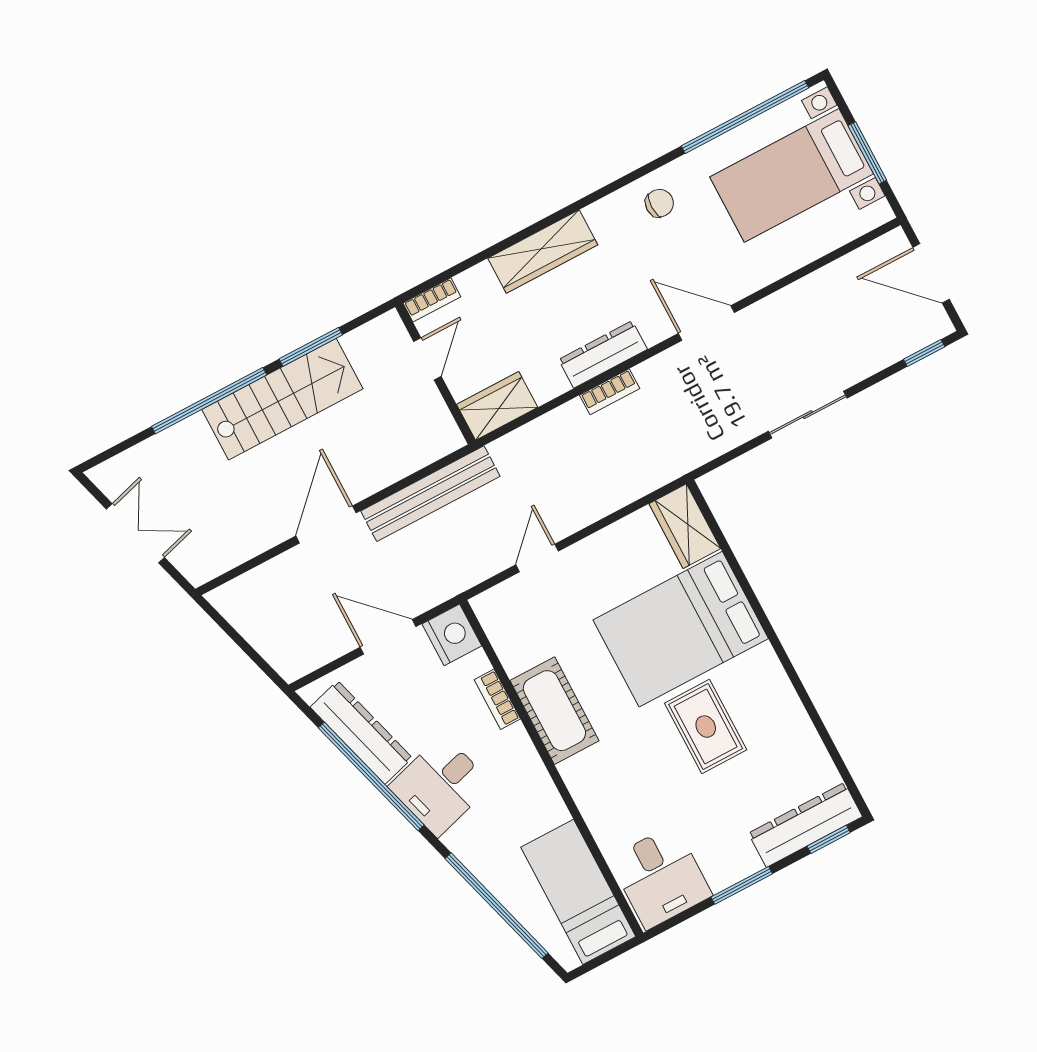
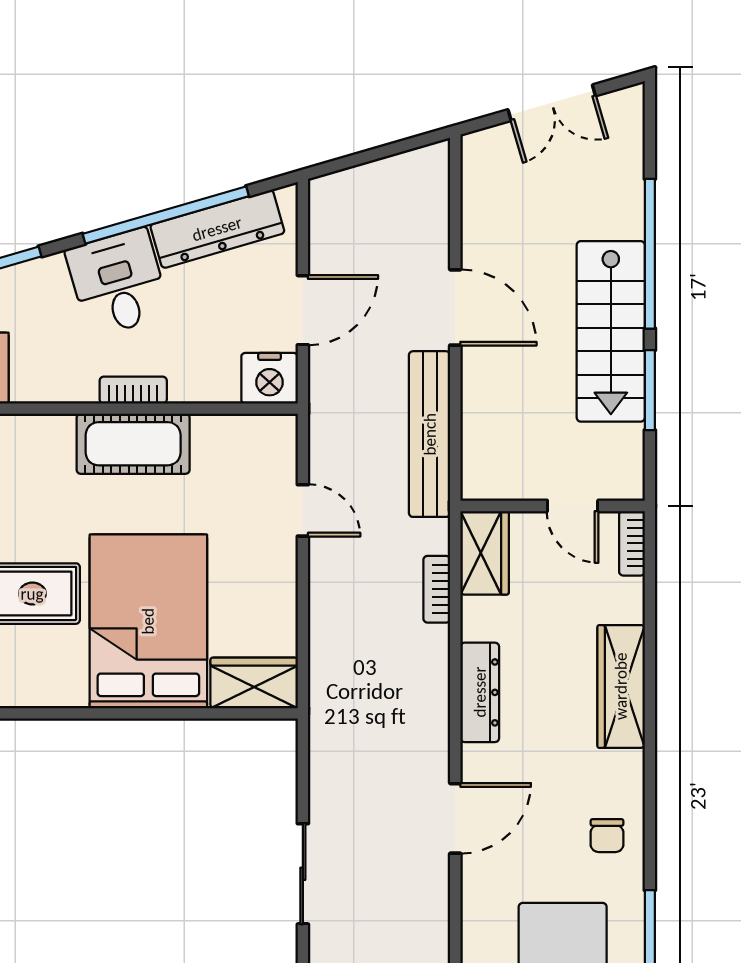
bookcase: (610, 392) -> (437, 589), moved
bookcase: (497, 699) -> (133, 390), moved

